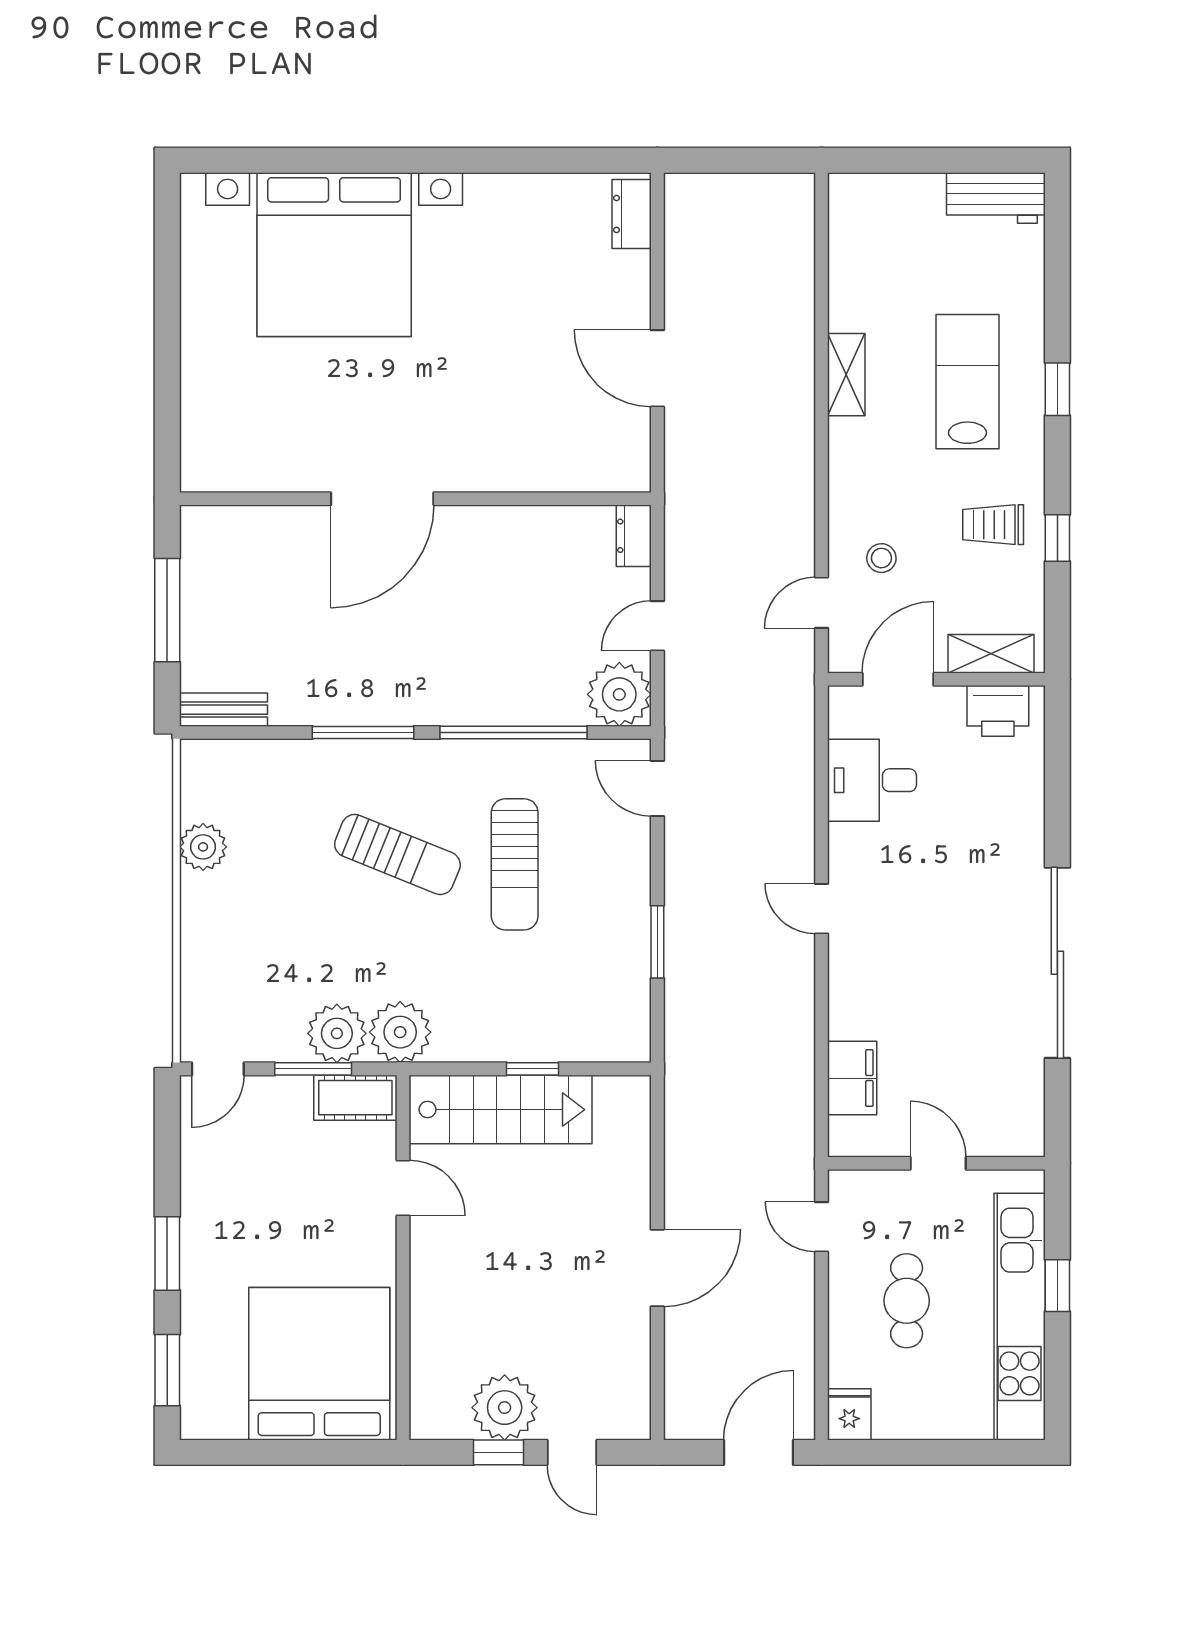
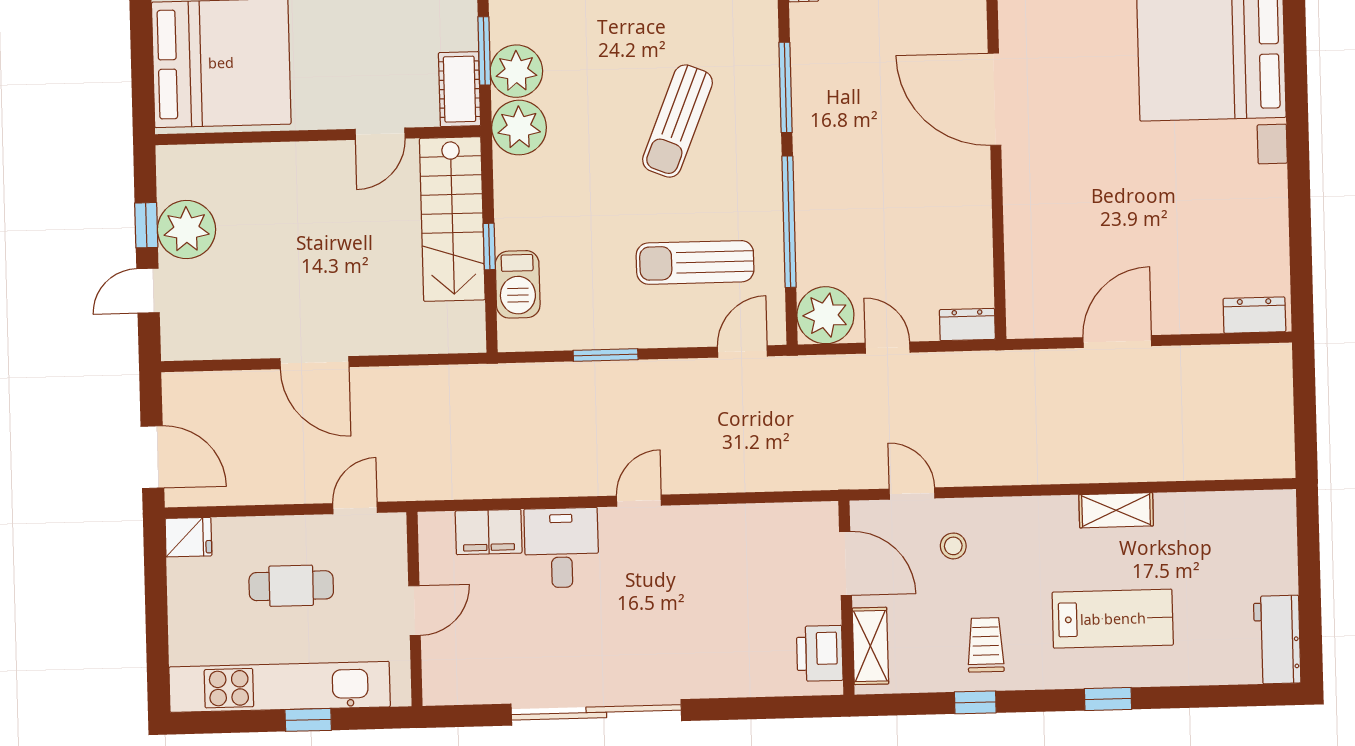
desk: (872, 780) -> (562, 548), moved
sun lounger: (515, 864) -> (695, 262), moved
barbecue: (576, 1038) -> (518, 284), added

